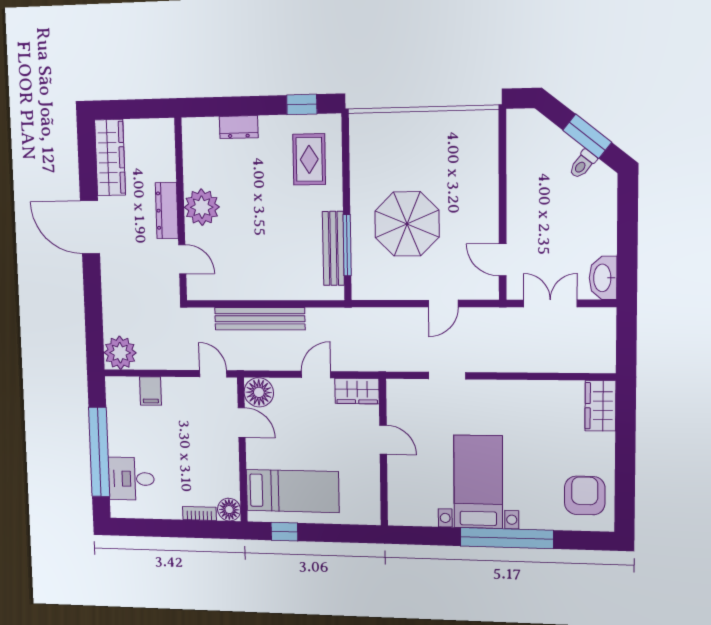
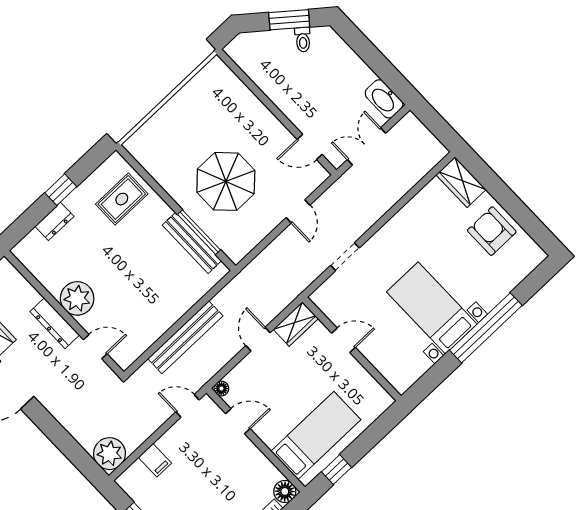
window: (302, 104) -> (61, 190), moved
rug: (309, 159) -> (122, 199), turned 90
floor lamp: (259, 392) -> (221, 388), width x0.53, depth x0.53
armchair: (585, 495) -> (492, 231), moved

